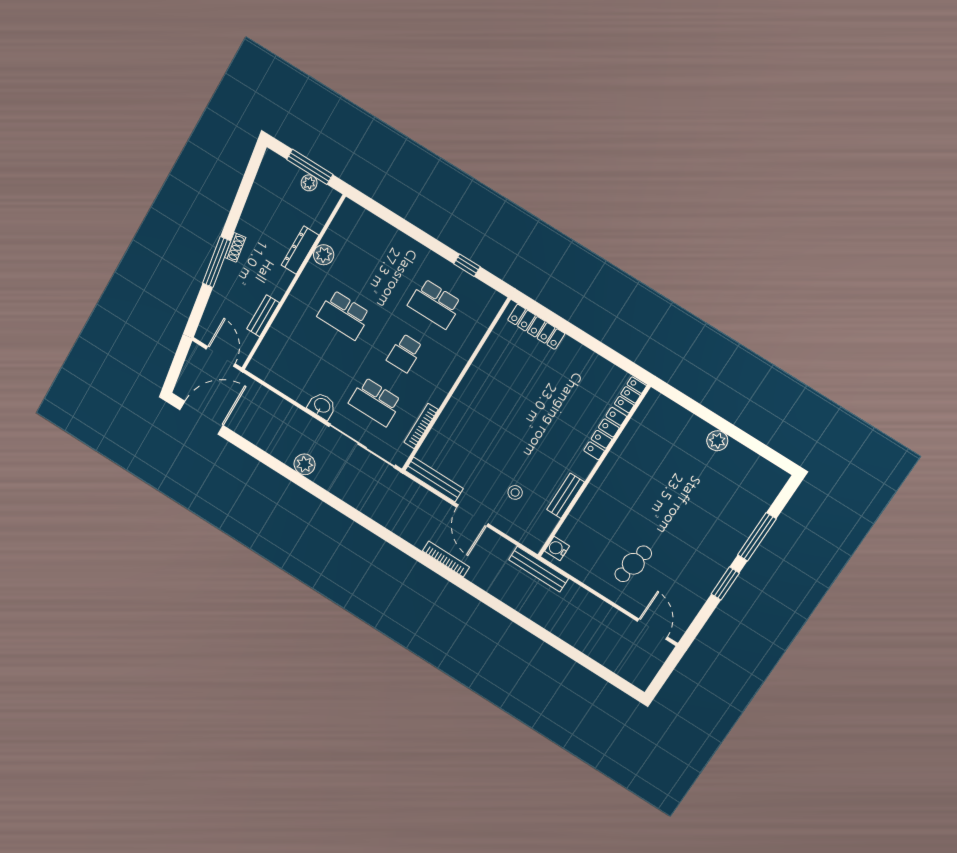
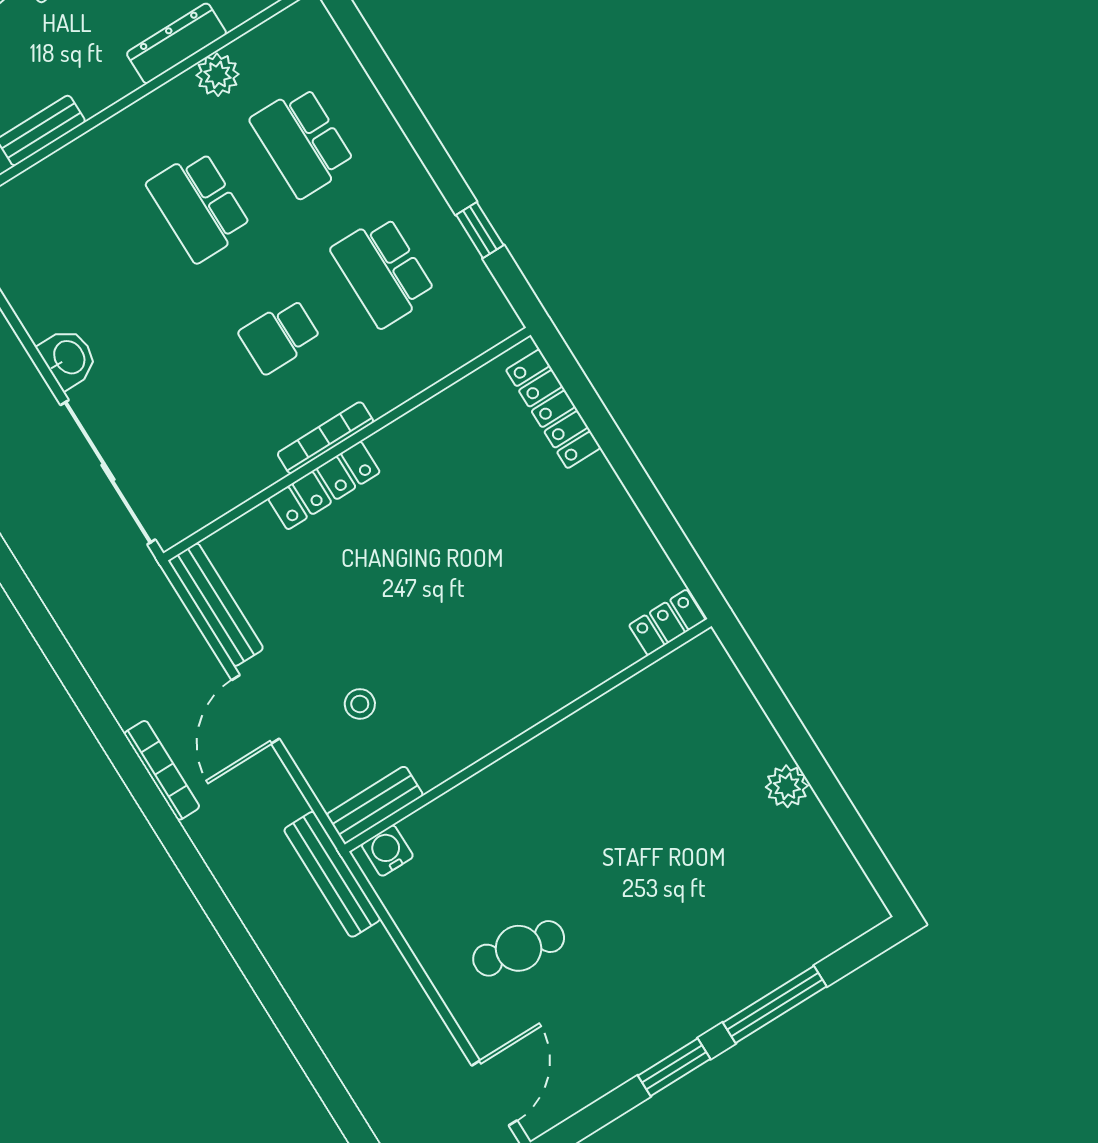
school desk: (375, 402) -> (302, 142), moved
bookcase: (421, 426) -> (325, 438), moved
locker: (605, 434) -> (324, 485), moved, turned 180
bench: (566, 496) -> (375, 805), moved

